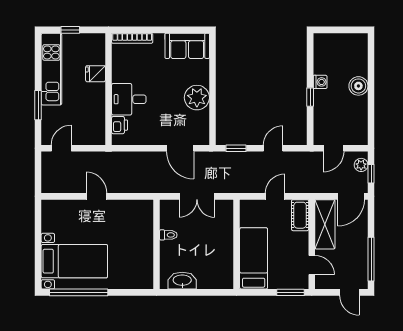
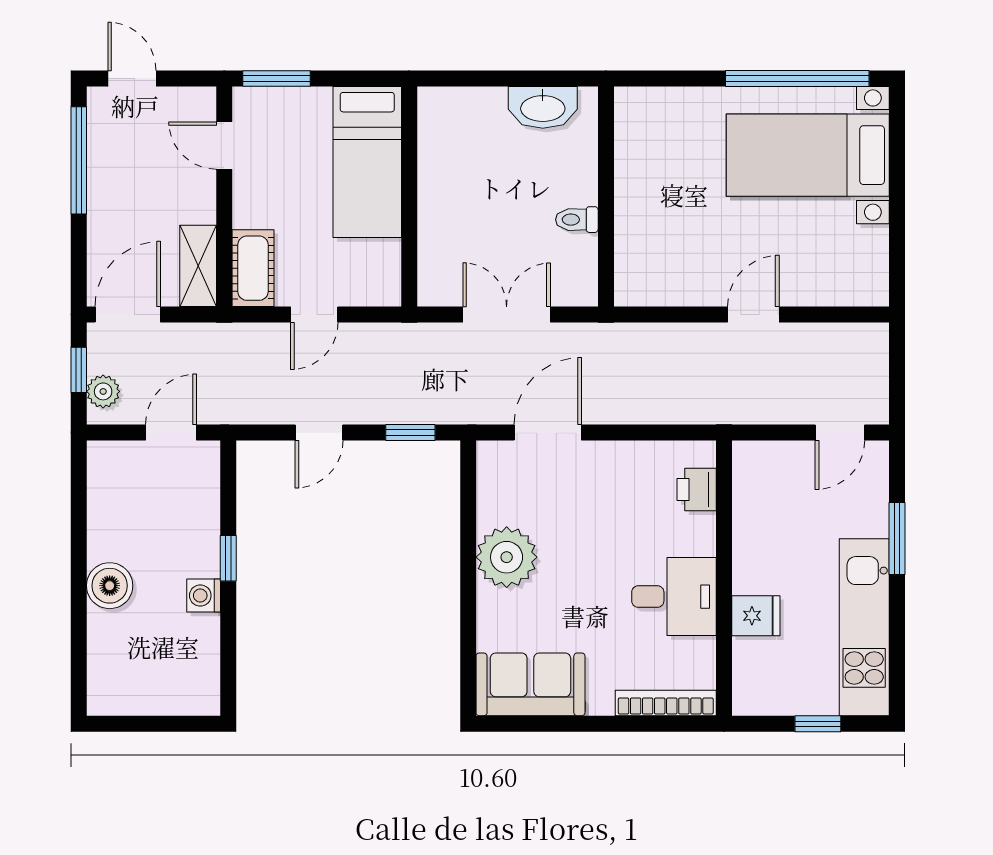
desk: (129, 99) -> (674, 597), moved
door: (180, 148) -> (548, 433), hinge flipped
door: (96, 196) -> (753, 314), swing flipped
shelving: (325, 224) -> (198, 266), width x0.67, depth x0.75

